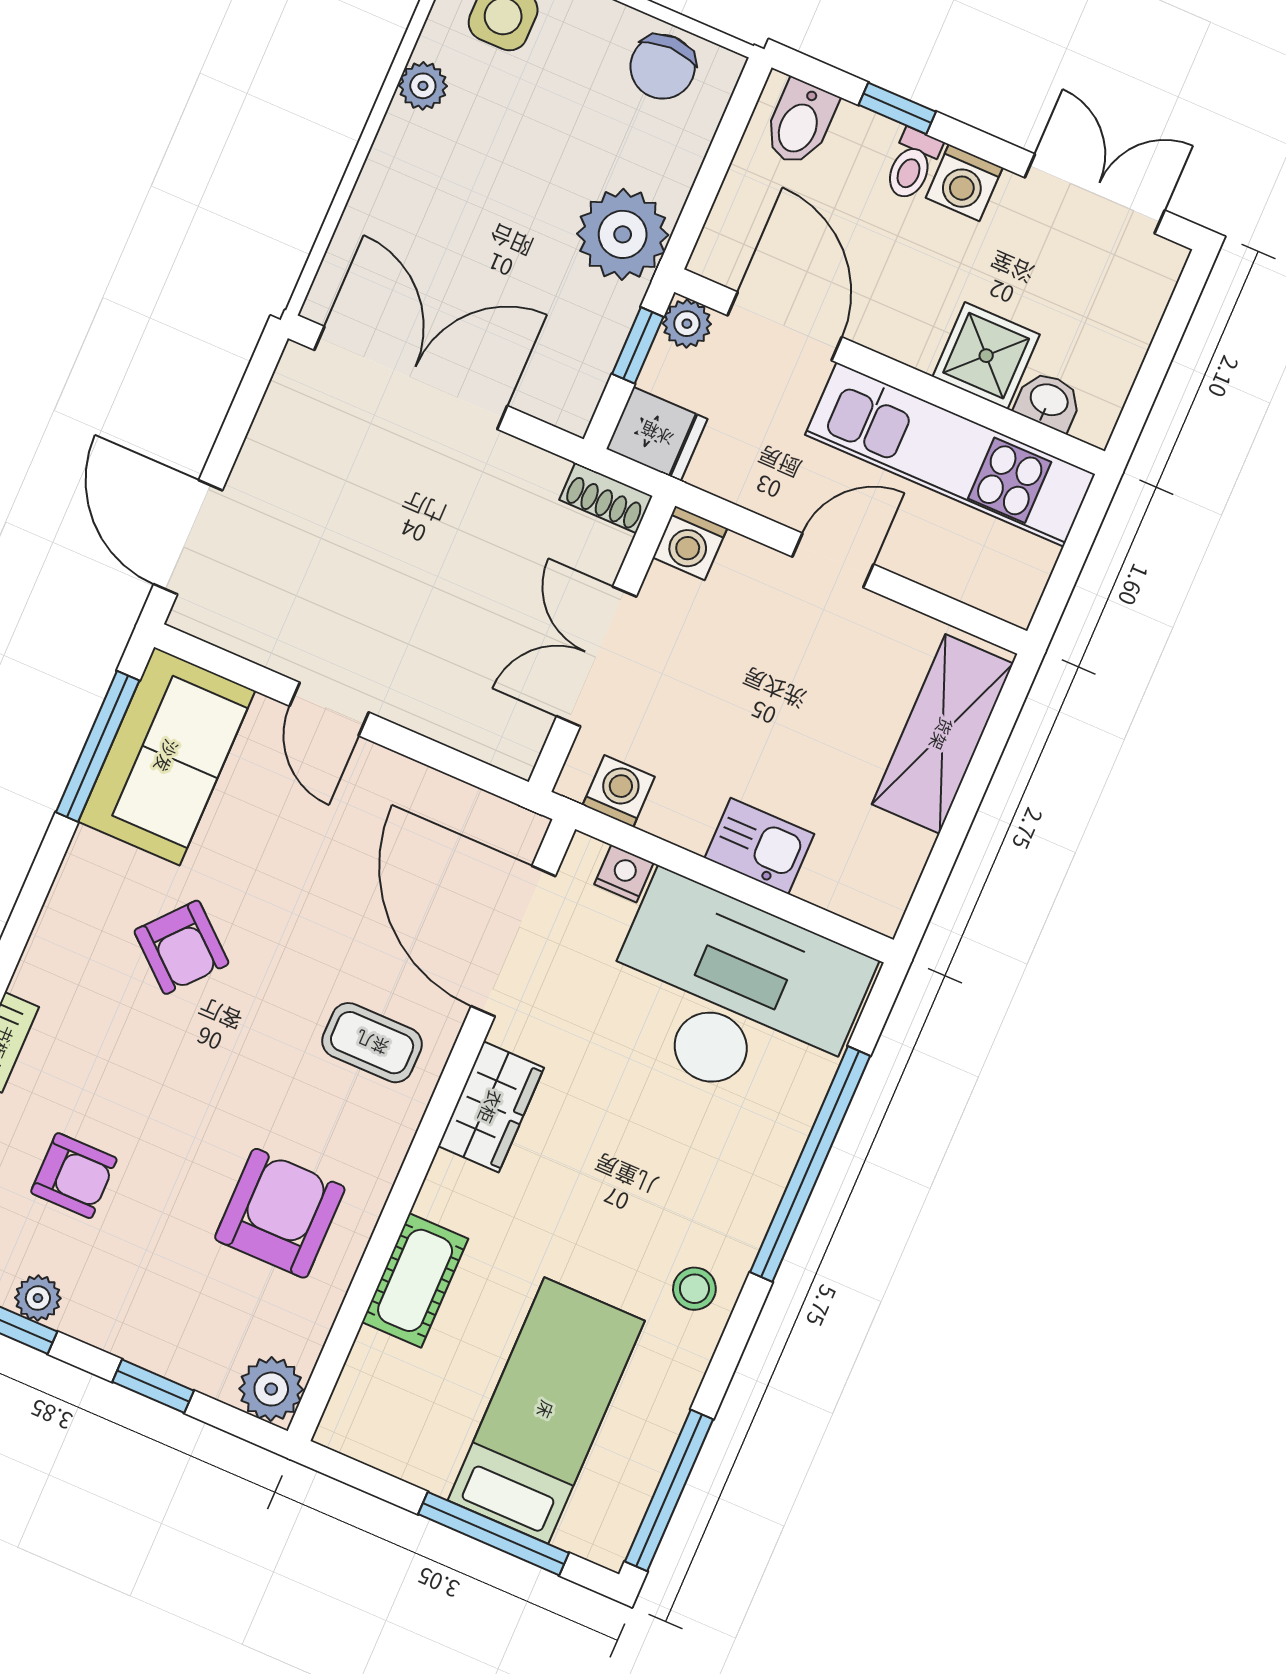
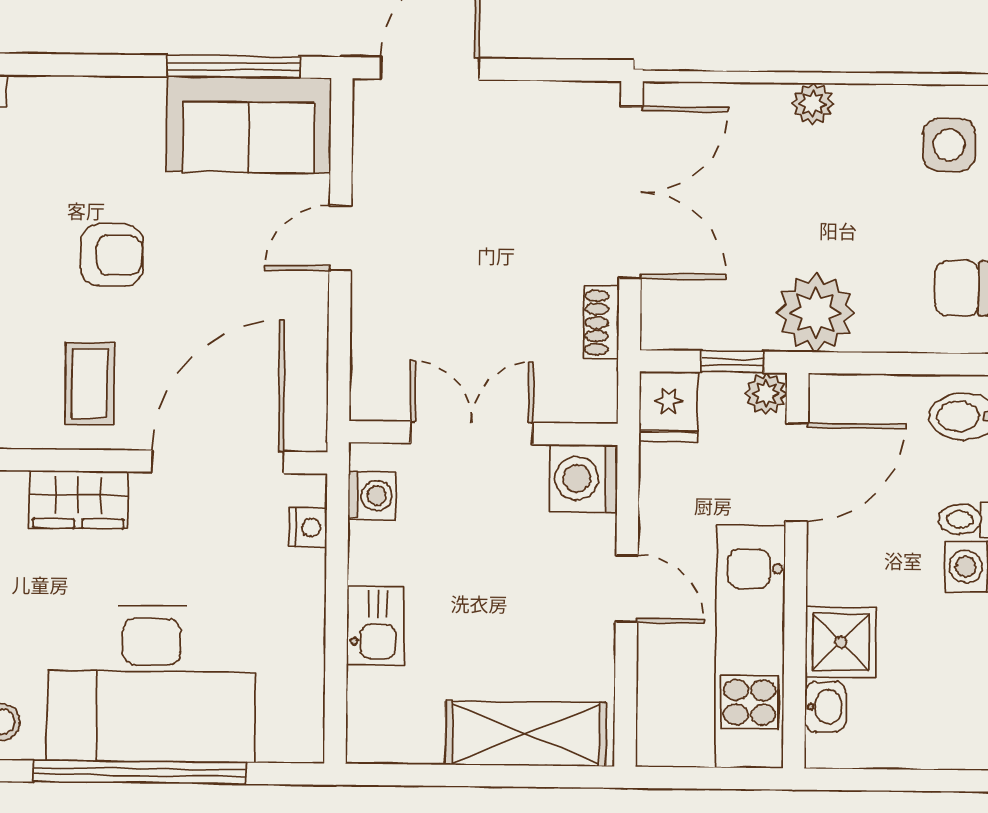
plant: (423, 86) -> (813, 104), moved
shoe rack: (606, 498) -> (601, 323), moved
washing machine: (690, 543) -> (584, 478), width x1.38, depth x1.38
armchair: (181, 947) -> (112, 255), moved, turned -131
desk: (733, 996) -> (151, 684), moved, turned 90

